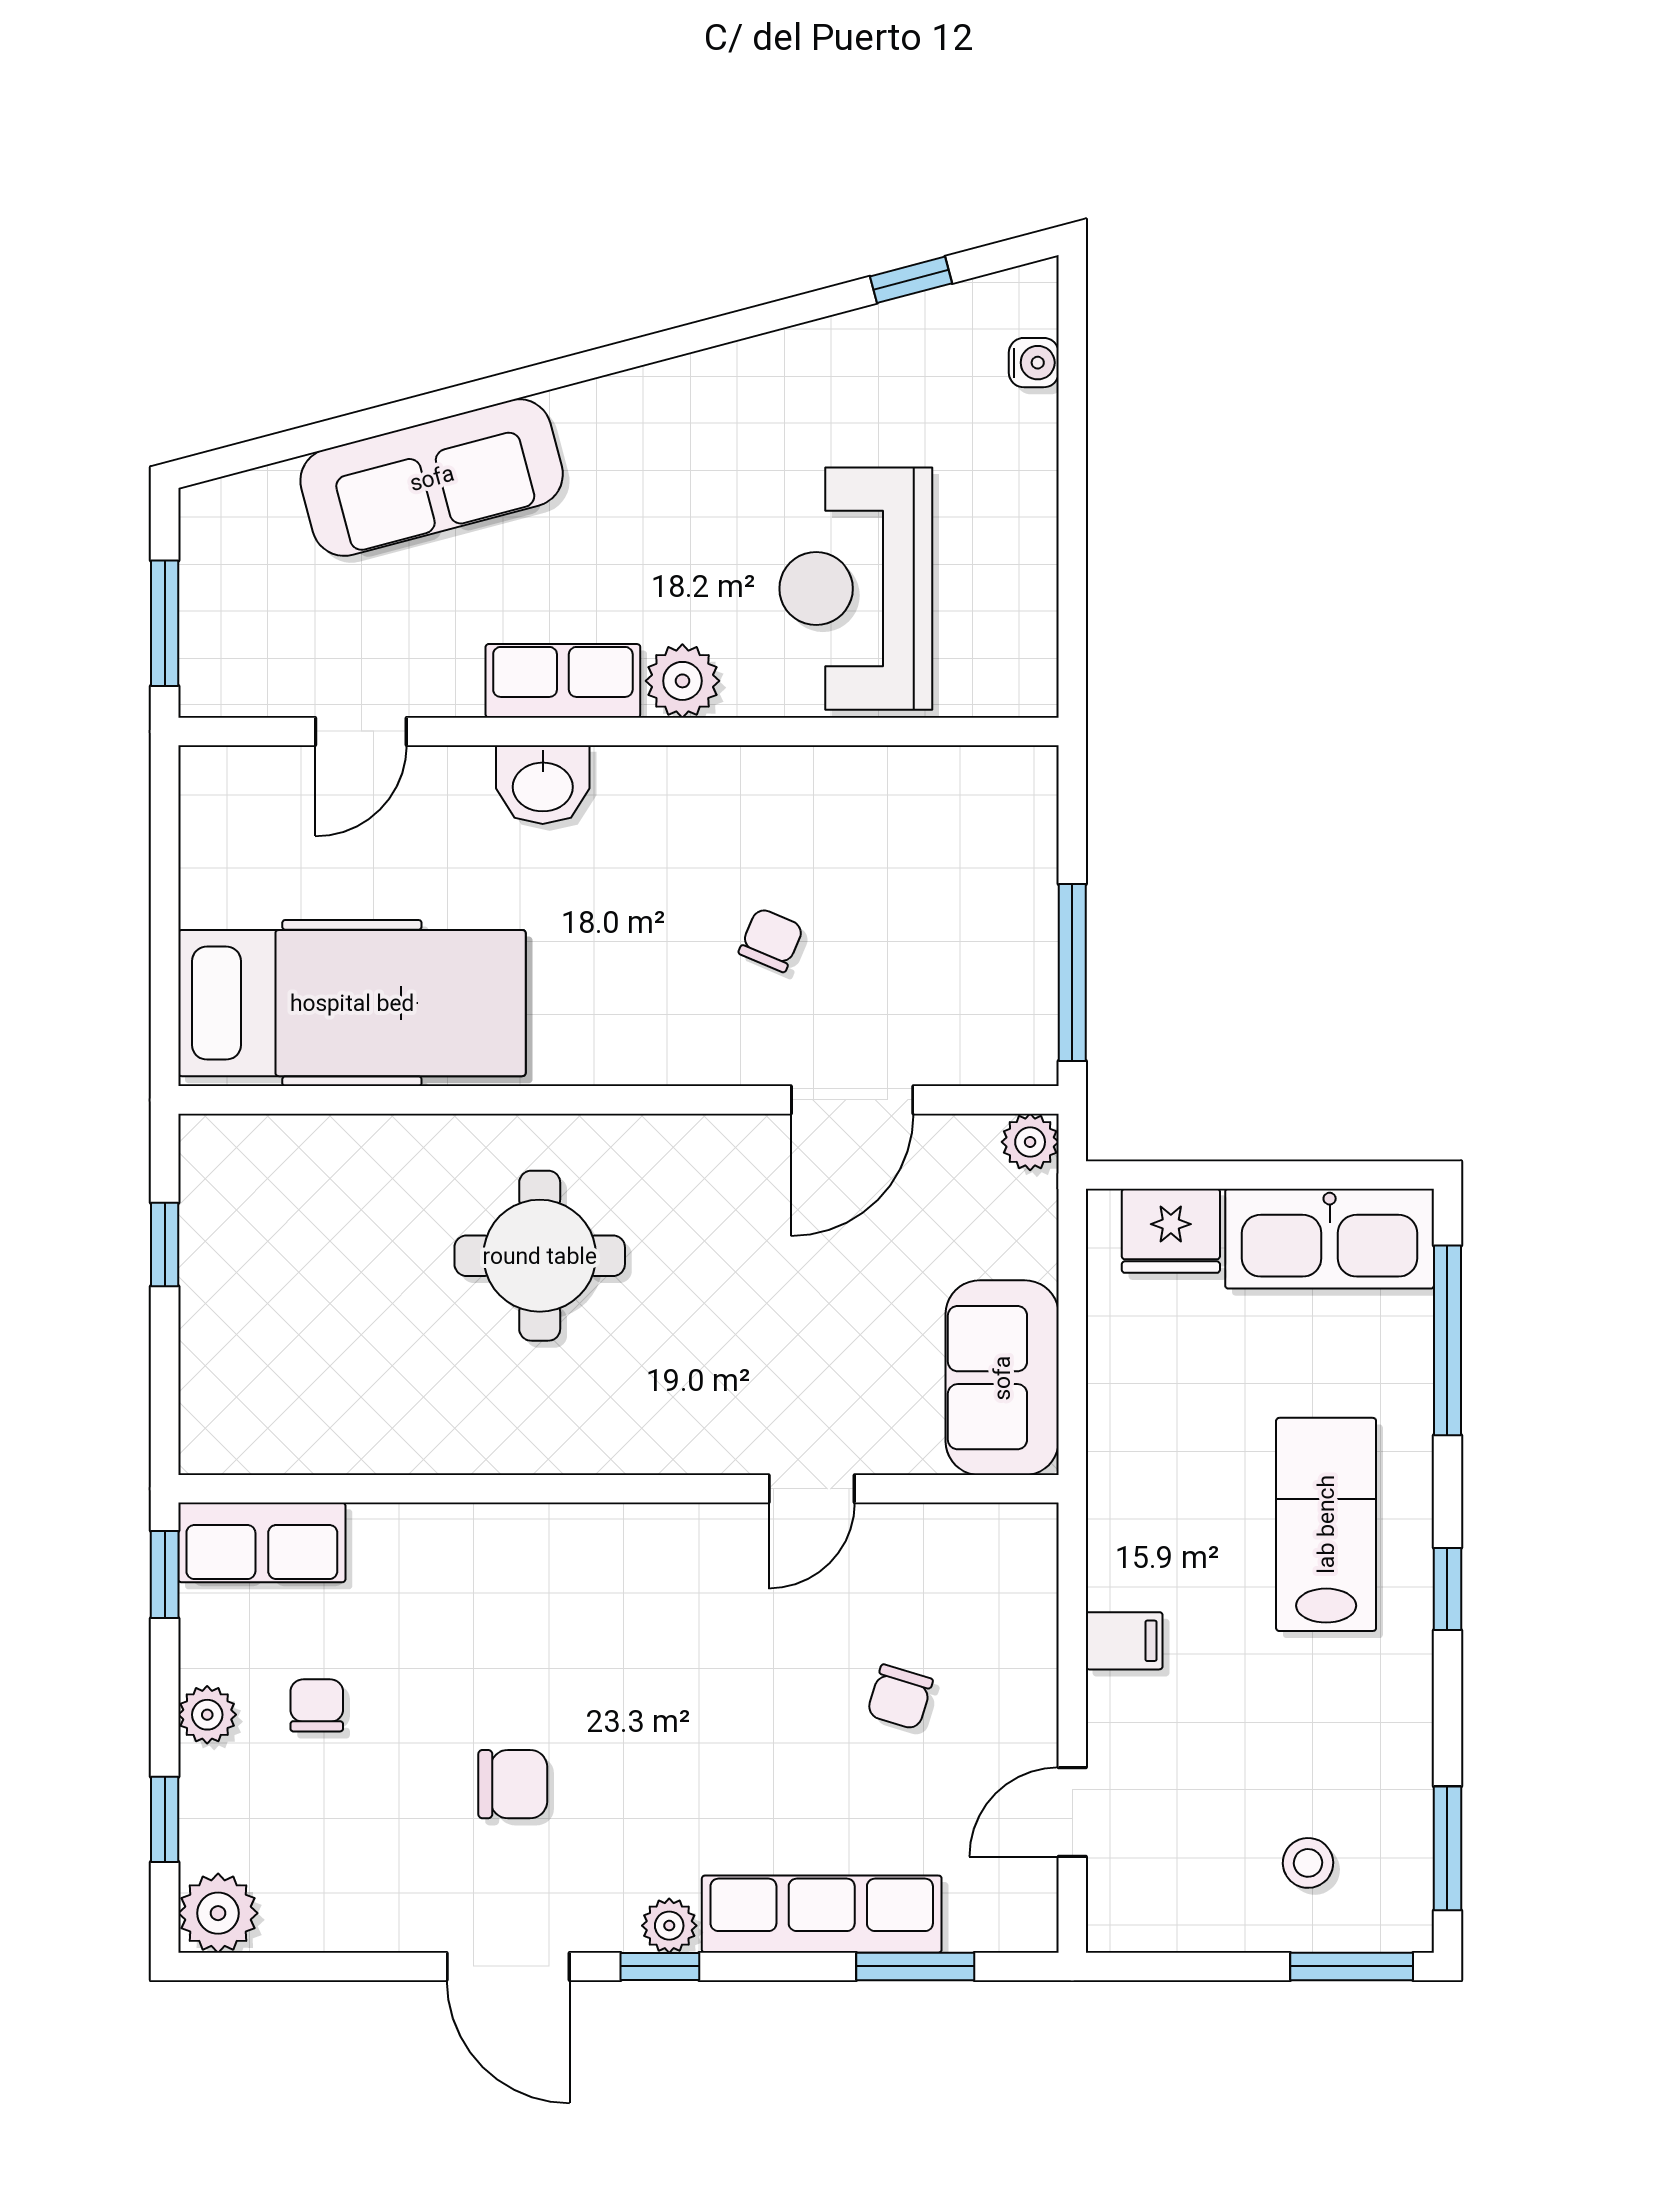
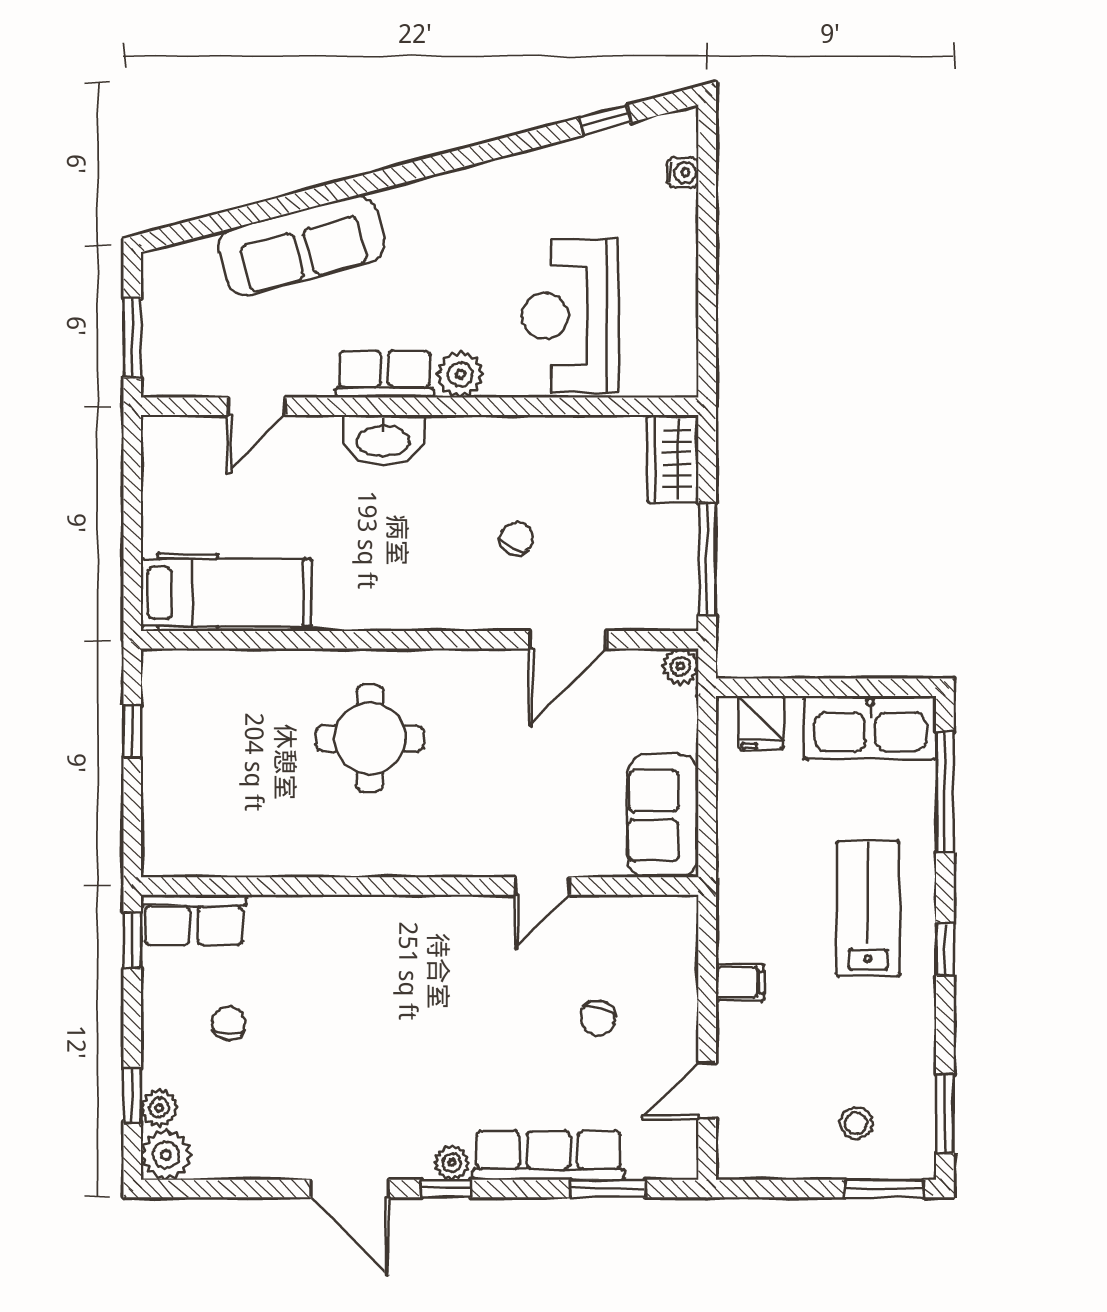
washbasin: (543, 785) -> (383, 440), width x1.38
wardrobe: (1018, 814) -> (673, 459), added
hospital bed: (352, 1003) -> (226, 593), width x0.73, depth x0.78
fridge: (1171, 1231) -> (761, 723), width x0.72
plant: (207, 1715) -> (159, 1108), moved
chair: (513, 1784) -> (353, 1073), removed

